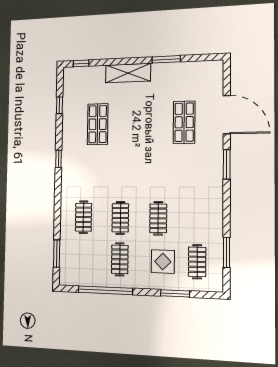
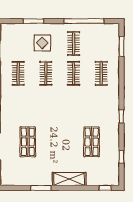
clothes rail: (197, 262) -> (18, 73), moved

